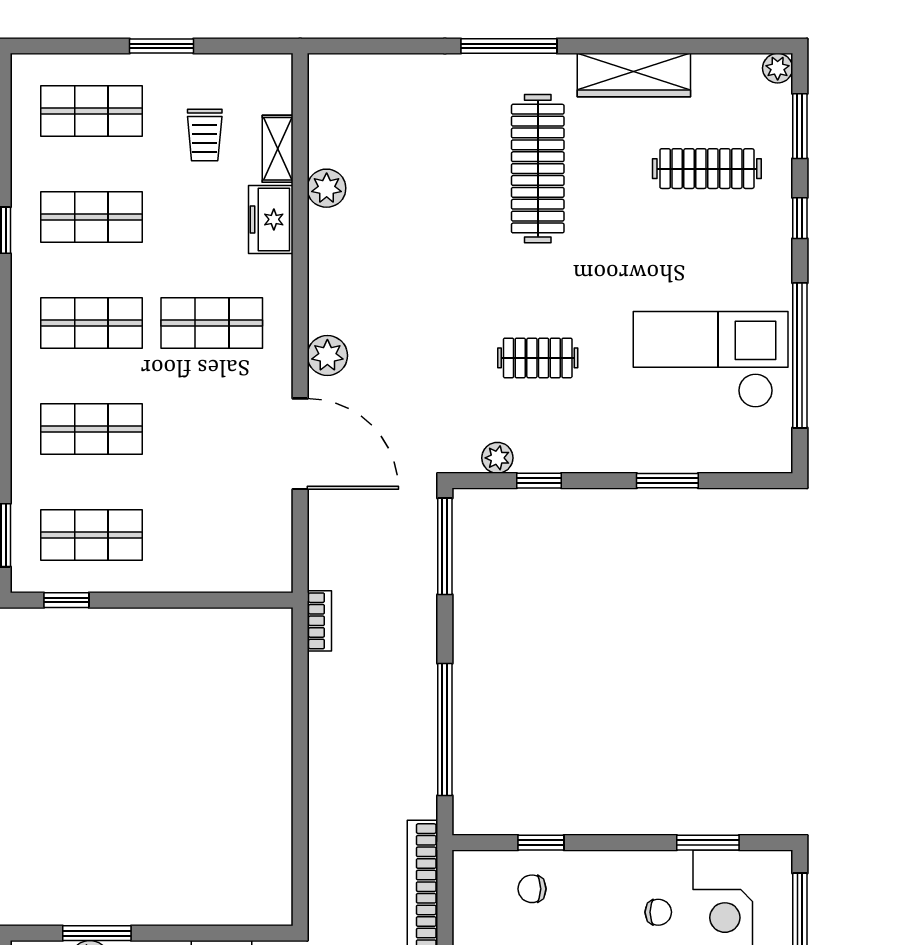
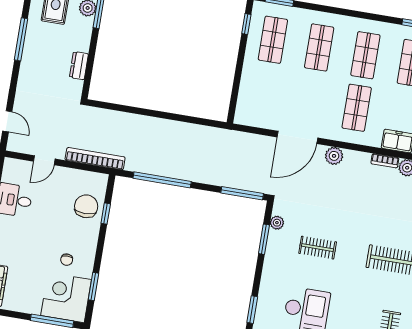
clothes rail: (538, 358) -> (318, 248), turned 90
window: (539, 481) -> (264, 239), width x1.50
window: (667, 481) -> (252, 310), moved
bookcase: (319, 621) -> (385, 161), moved
chair: (532, 889) -> (86, 206), width x1.87, depth x1.87

